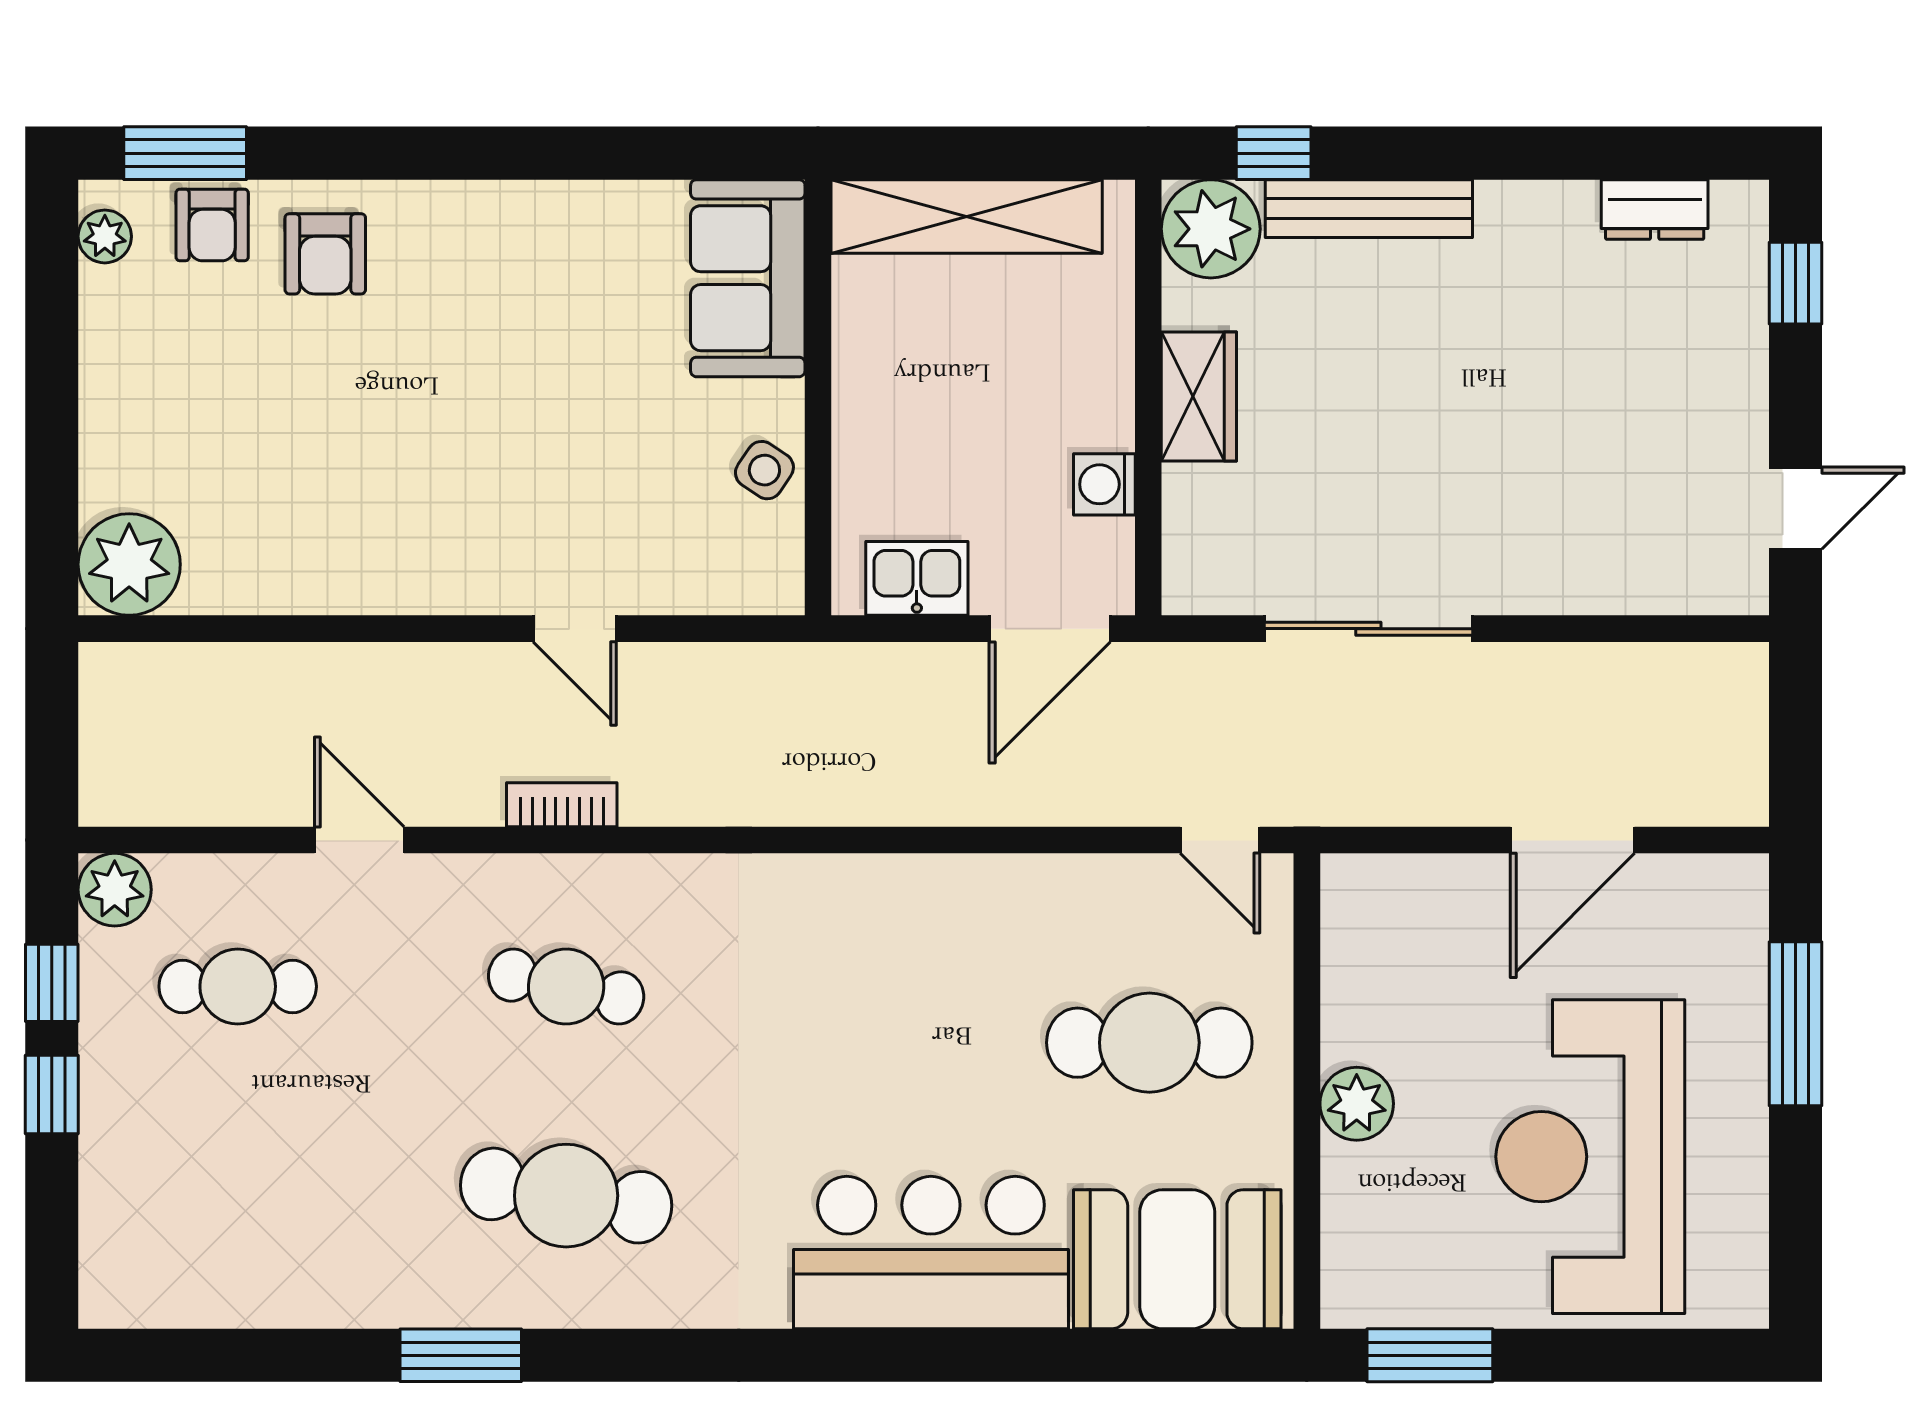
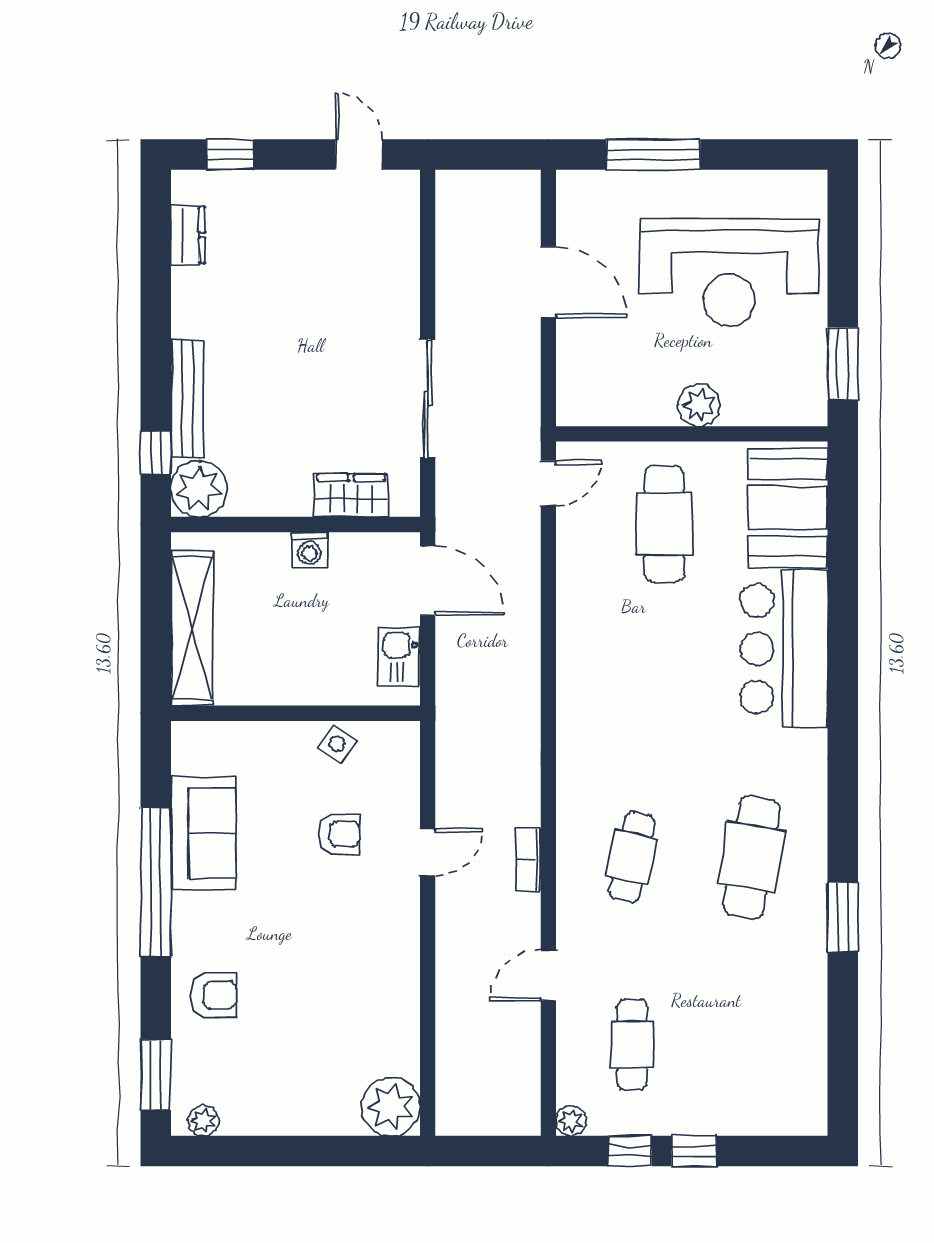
window: (523, 153) -> (156, 882), added
armchair: (212, 225) -> (339, 834), moved
sofa: (748, 278) -> (203, 833), moved, turned -90
wardrobe: (1199, 397) -> (351, 496), moved
washing machine: (1104, 484) -> (310, 550), moved
plant: (115, 890) -> (571, 1121), width x0.73, depth x0.73

